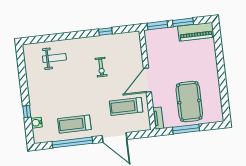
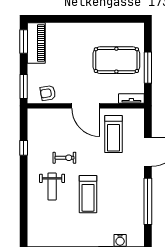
window: (183, 22) -> (24, 41), moved
armchair: (154, 47) -> (48, 93), added
weight bench: (54, 58) -> (52, 187), moved, turned 180
treadmill: (74, 124) -> (88, 194), moved

